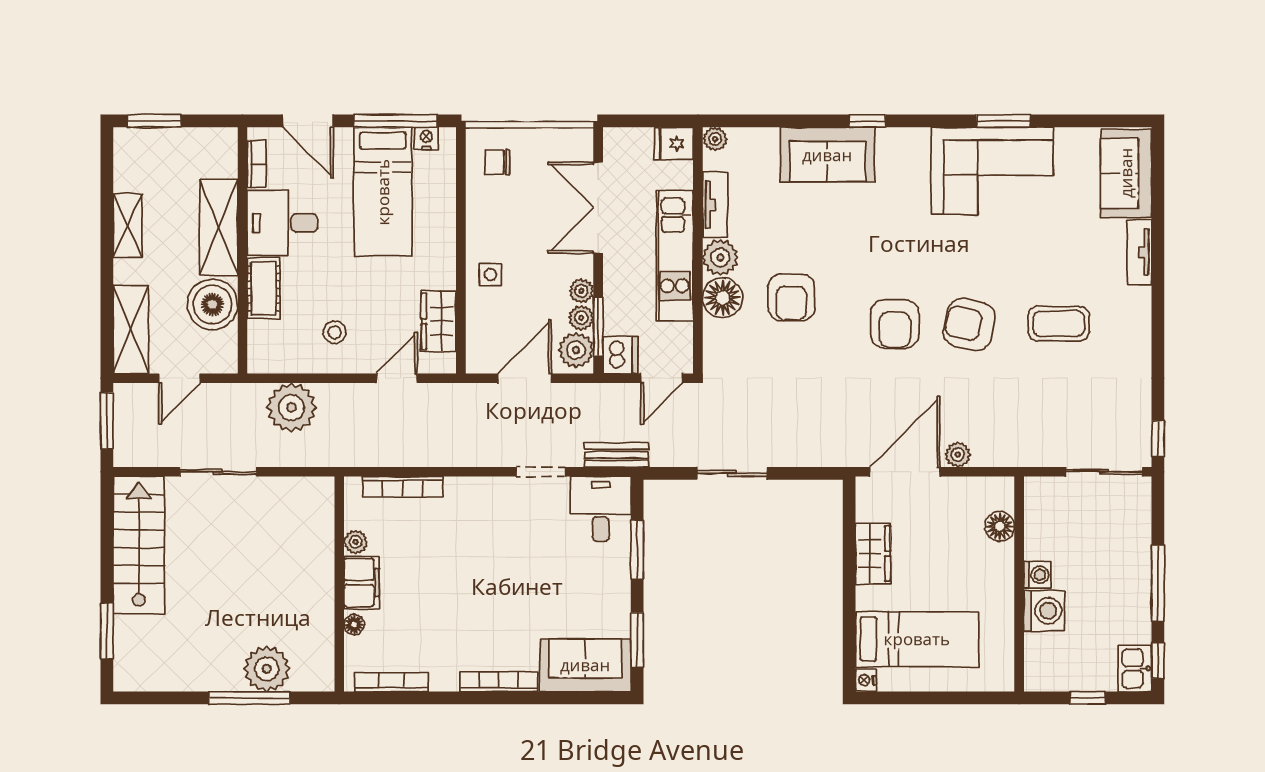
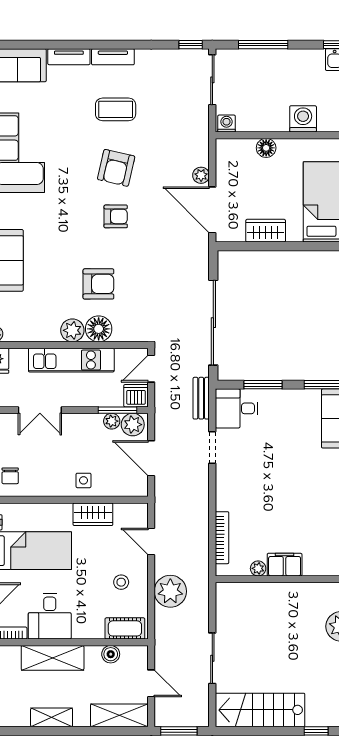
tv unit: (715, 205) -> (113, 57), moved, turned 180
double door: (598, 208) -> (40, 410), width x0.73
cot: (264, 288) -> (125, 628), moved
plant: (581, 291) -> (94, 421), removed
boiler: (213, 304) -> (111, 654), width x0.54, depth x0.54
wardrobe: (439, 321) -> (93, 514), moved
armchair: (895, 324) -> (116, 216), width x0.72, depth x0.72
coffee table: (1059, 324) -> (116, 109), turned 90
door: (662, 378) -> (151, 369), swing flipped
plant: (291, 408) -> (170, 591), moved
sliding door: (732, 473) -> (213, 323), width x1.86
floor lamp: (1000, 526) -> (266, 148), moved
washing machine: (1037, 575) -> (226, 123), moved
window: (1158, 583) -> (263, 45), moved
floor lamp: (354, 625) -> (312, 569), removed
window: (107, 631) -> (316, 731), width x0.67

